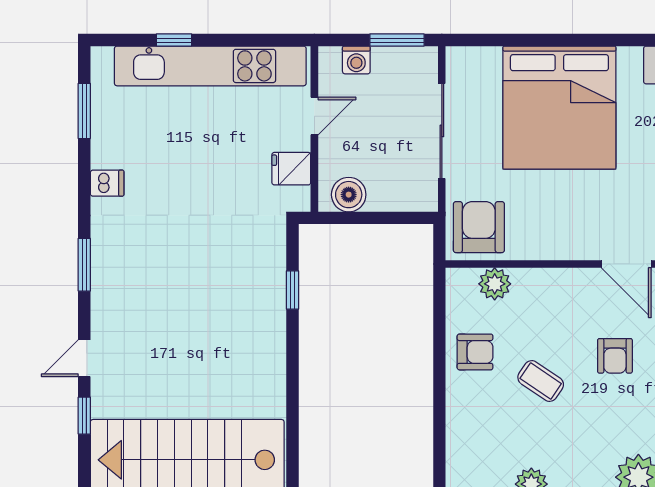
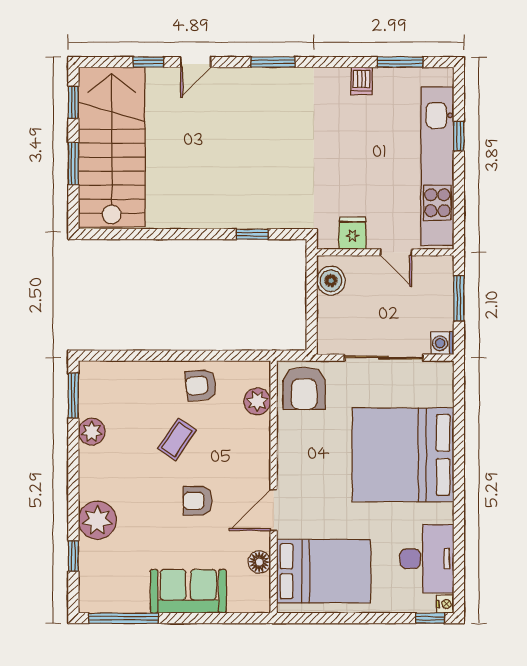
window: (397, 40) -> (459, 298), moved
washing machine: (356, 60) -> (442, 343), moved
dishwasher: (107, 183) -> (362, 81), moved
armchair: (479, 227) -> (304, 388), turned 90
armchair: (475, 352) -> (201, 385), turned 84
door: (84, 358) -> (196, 62), swing flipped

